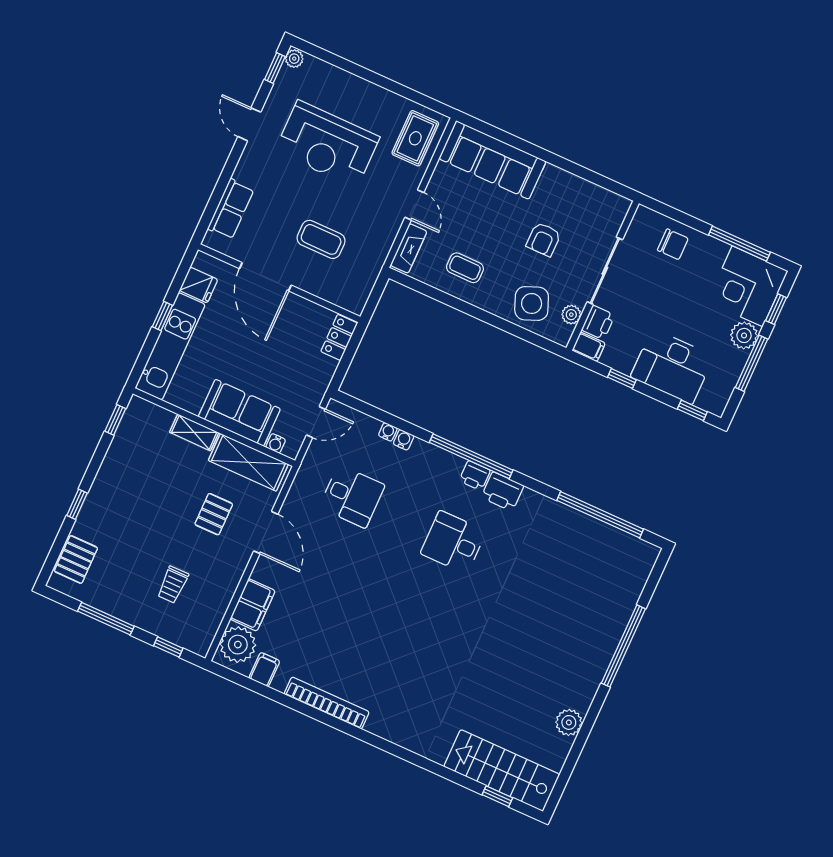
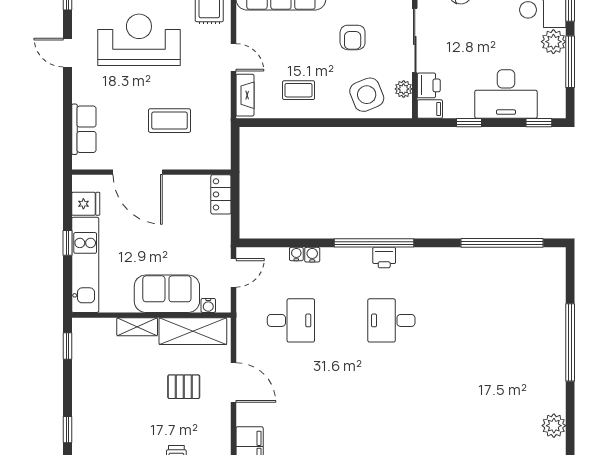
reception desk: (327, 144) -> (139, 40), turned 180
printer: (503, 492) -> (413, 260), removed
pallet: (214, 514) -> (184, 387), turned 90

